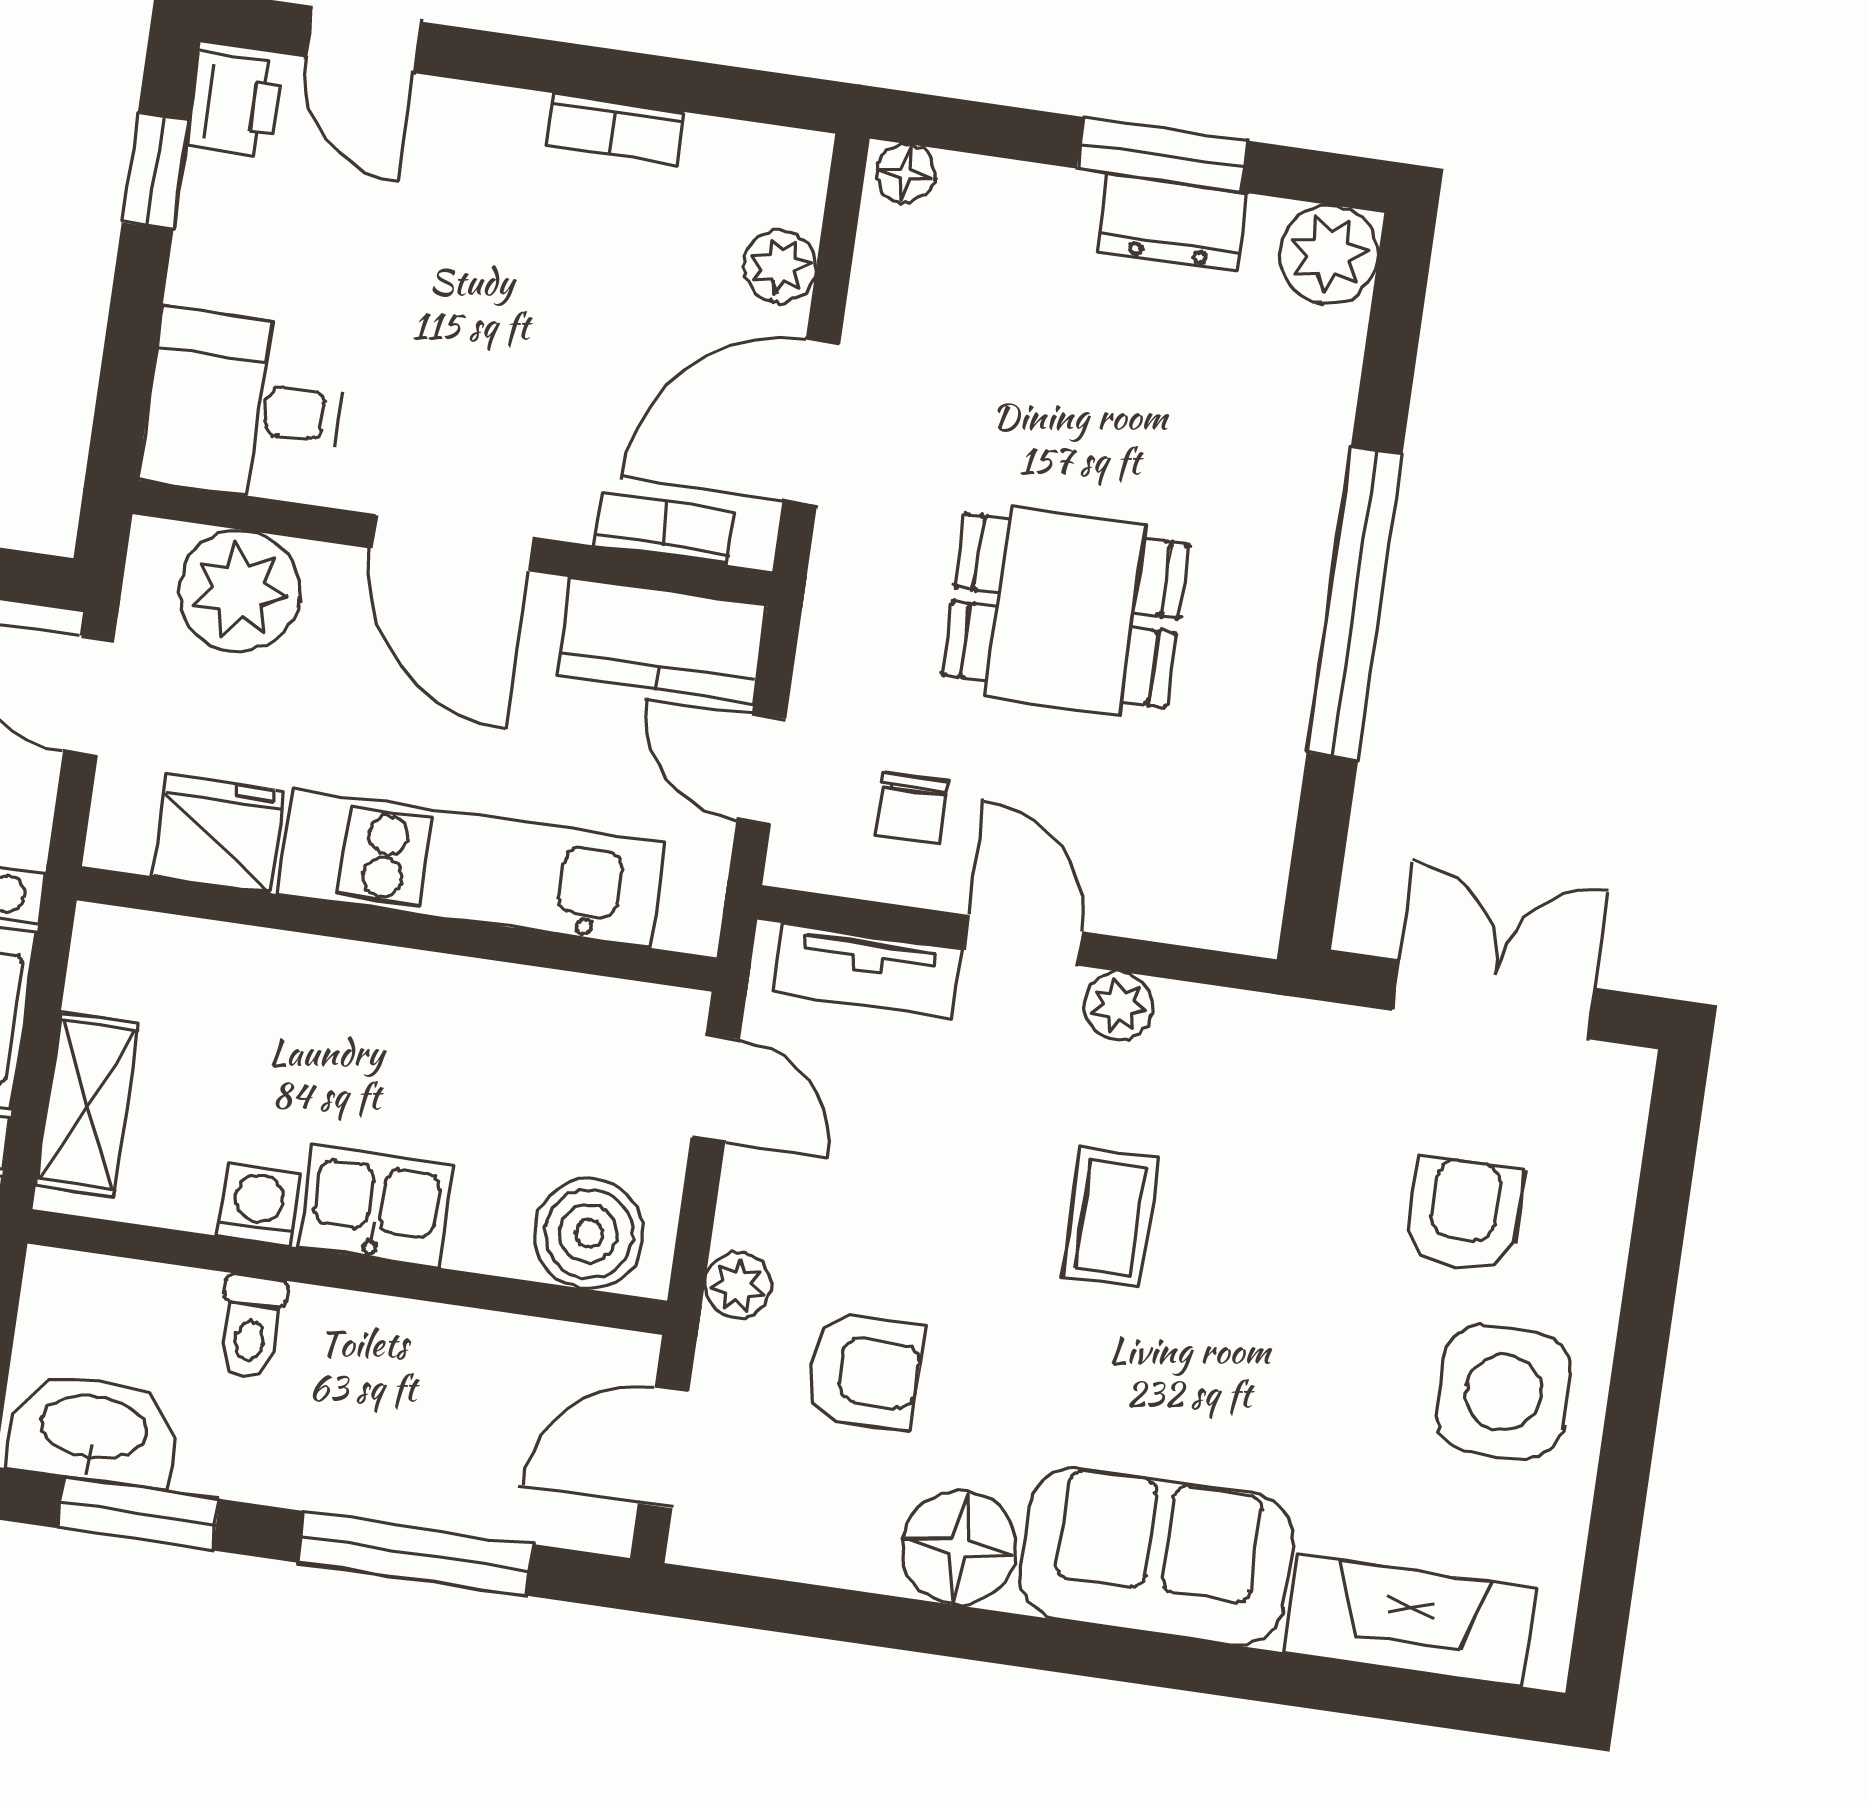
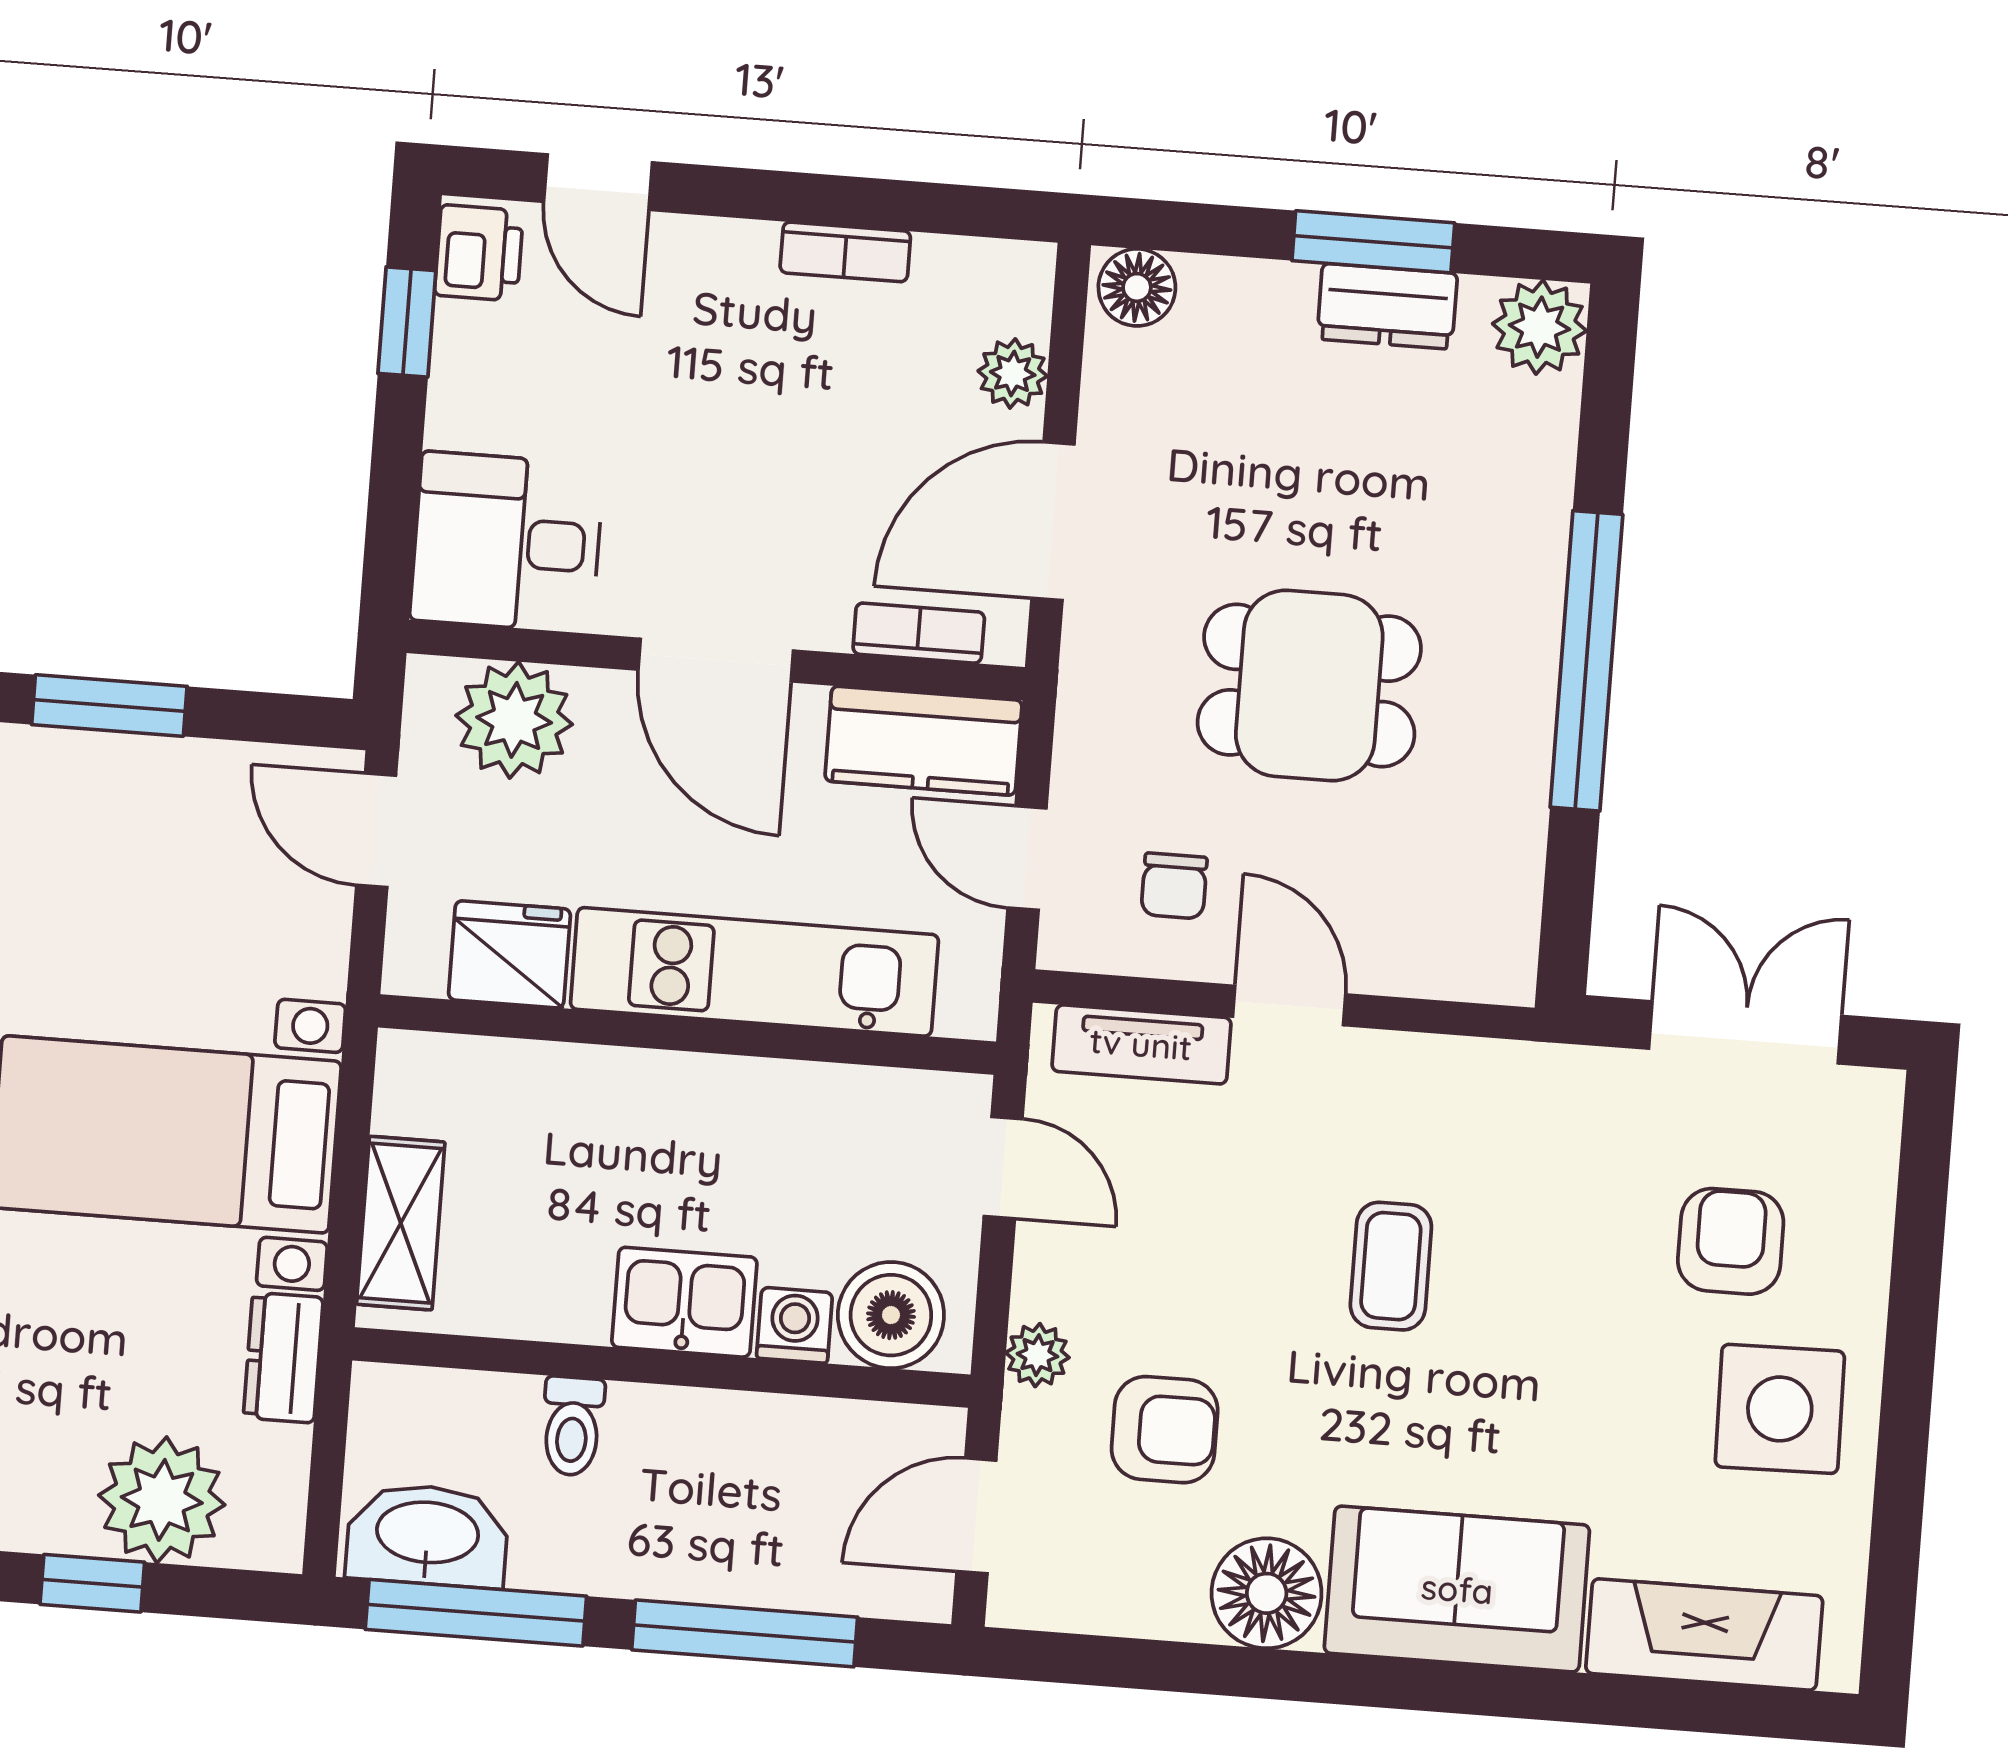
floor lamp: (905, 173) -> (1137, 287), width x1.37, depth x1.37
plant: (1119, 1006) -> (1386, 1063), removed
washing machine: (259, 1204) -> (794, 1325), moved
window: (138, 1513) -> (476, 1613), width x1.44

